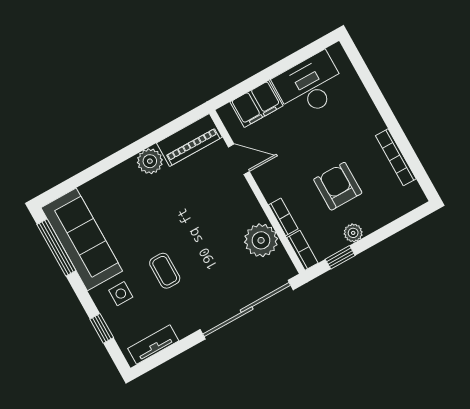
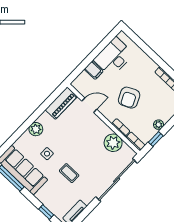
filing cabinet: (257, 104) -> (94, 70), width x0.50
plant: (150, 161) -> (36, 129), moved
armchair: (338, 186) -> (129, 98), moved, turned -115
side table: (121, 294) -> (47, 154), moved

